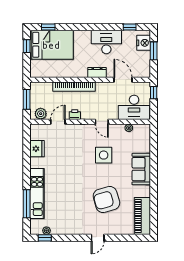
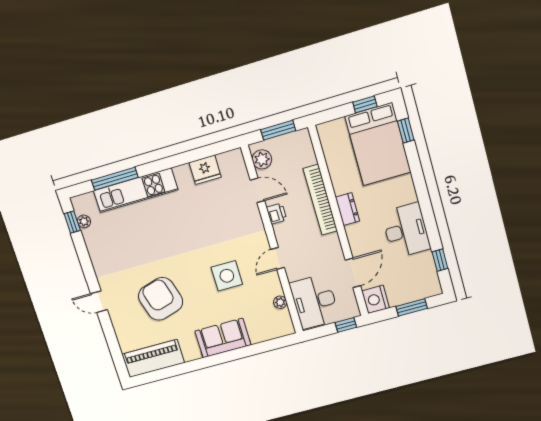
nightstand: (144, 43) -> (376, 299), moved, turned 90
dresser: (97, 72) -> (347, 209), moved

